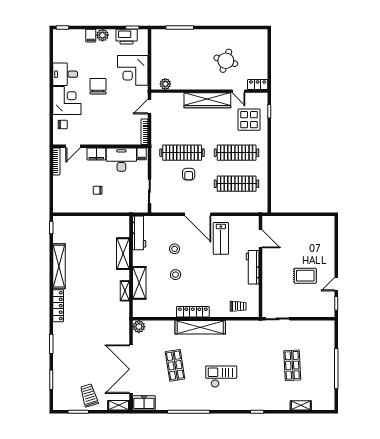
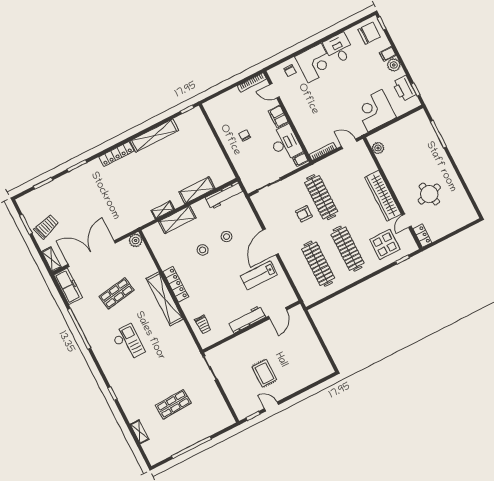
round table: (226, 61) -> (429, 194), turned -32
chair: (98, 86) -> (369, 33), moved
freezer: (144, 403) -> (68, 286), width x1.40

